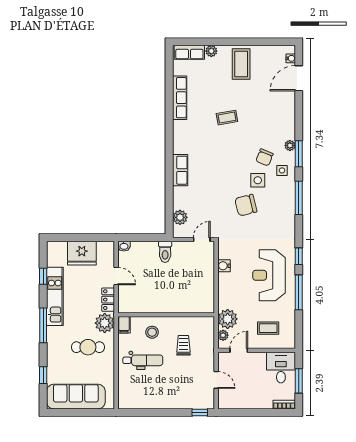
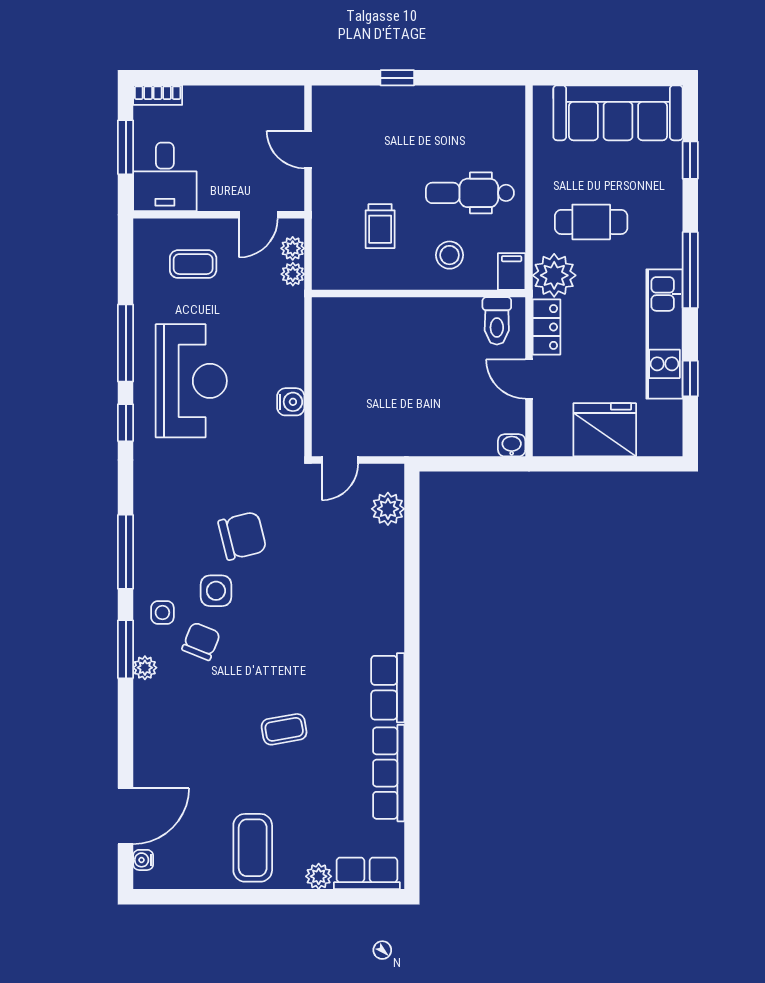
row of seats: (180, 170) -> (388, 688), moved
toilet: (165, 252) -> (497, 321), moved, turned 180
plant: (228, 319) -> (293, 274), width x0.53, depth x0.53
window: (200, 412) -> (397, 78), moved

